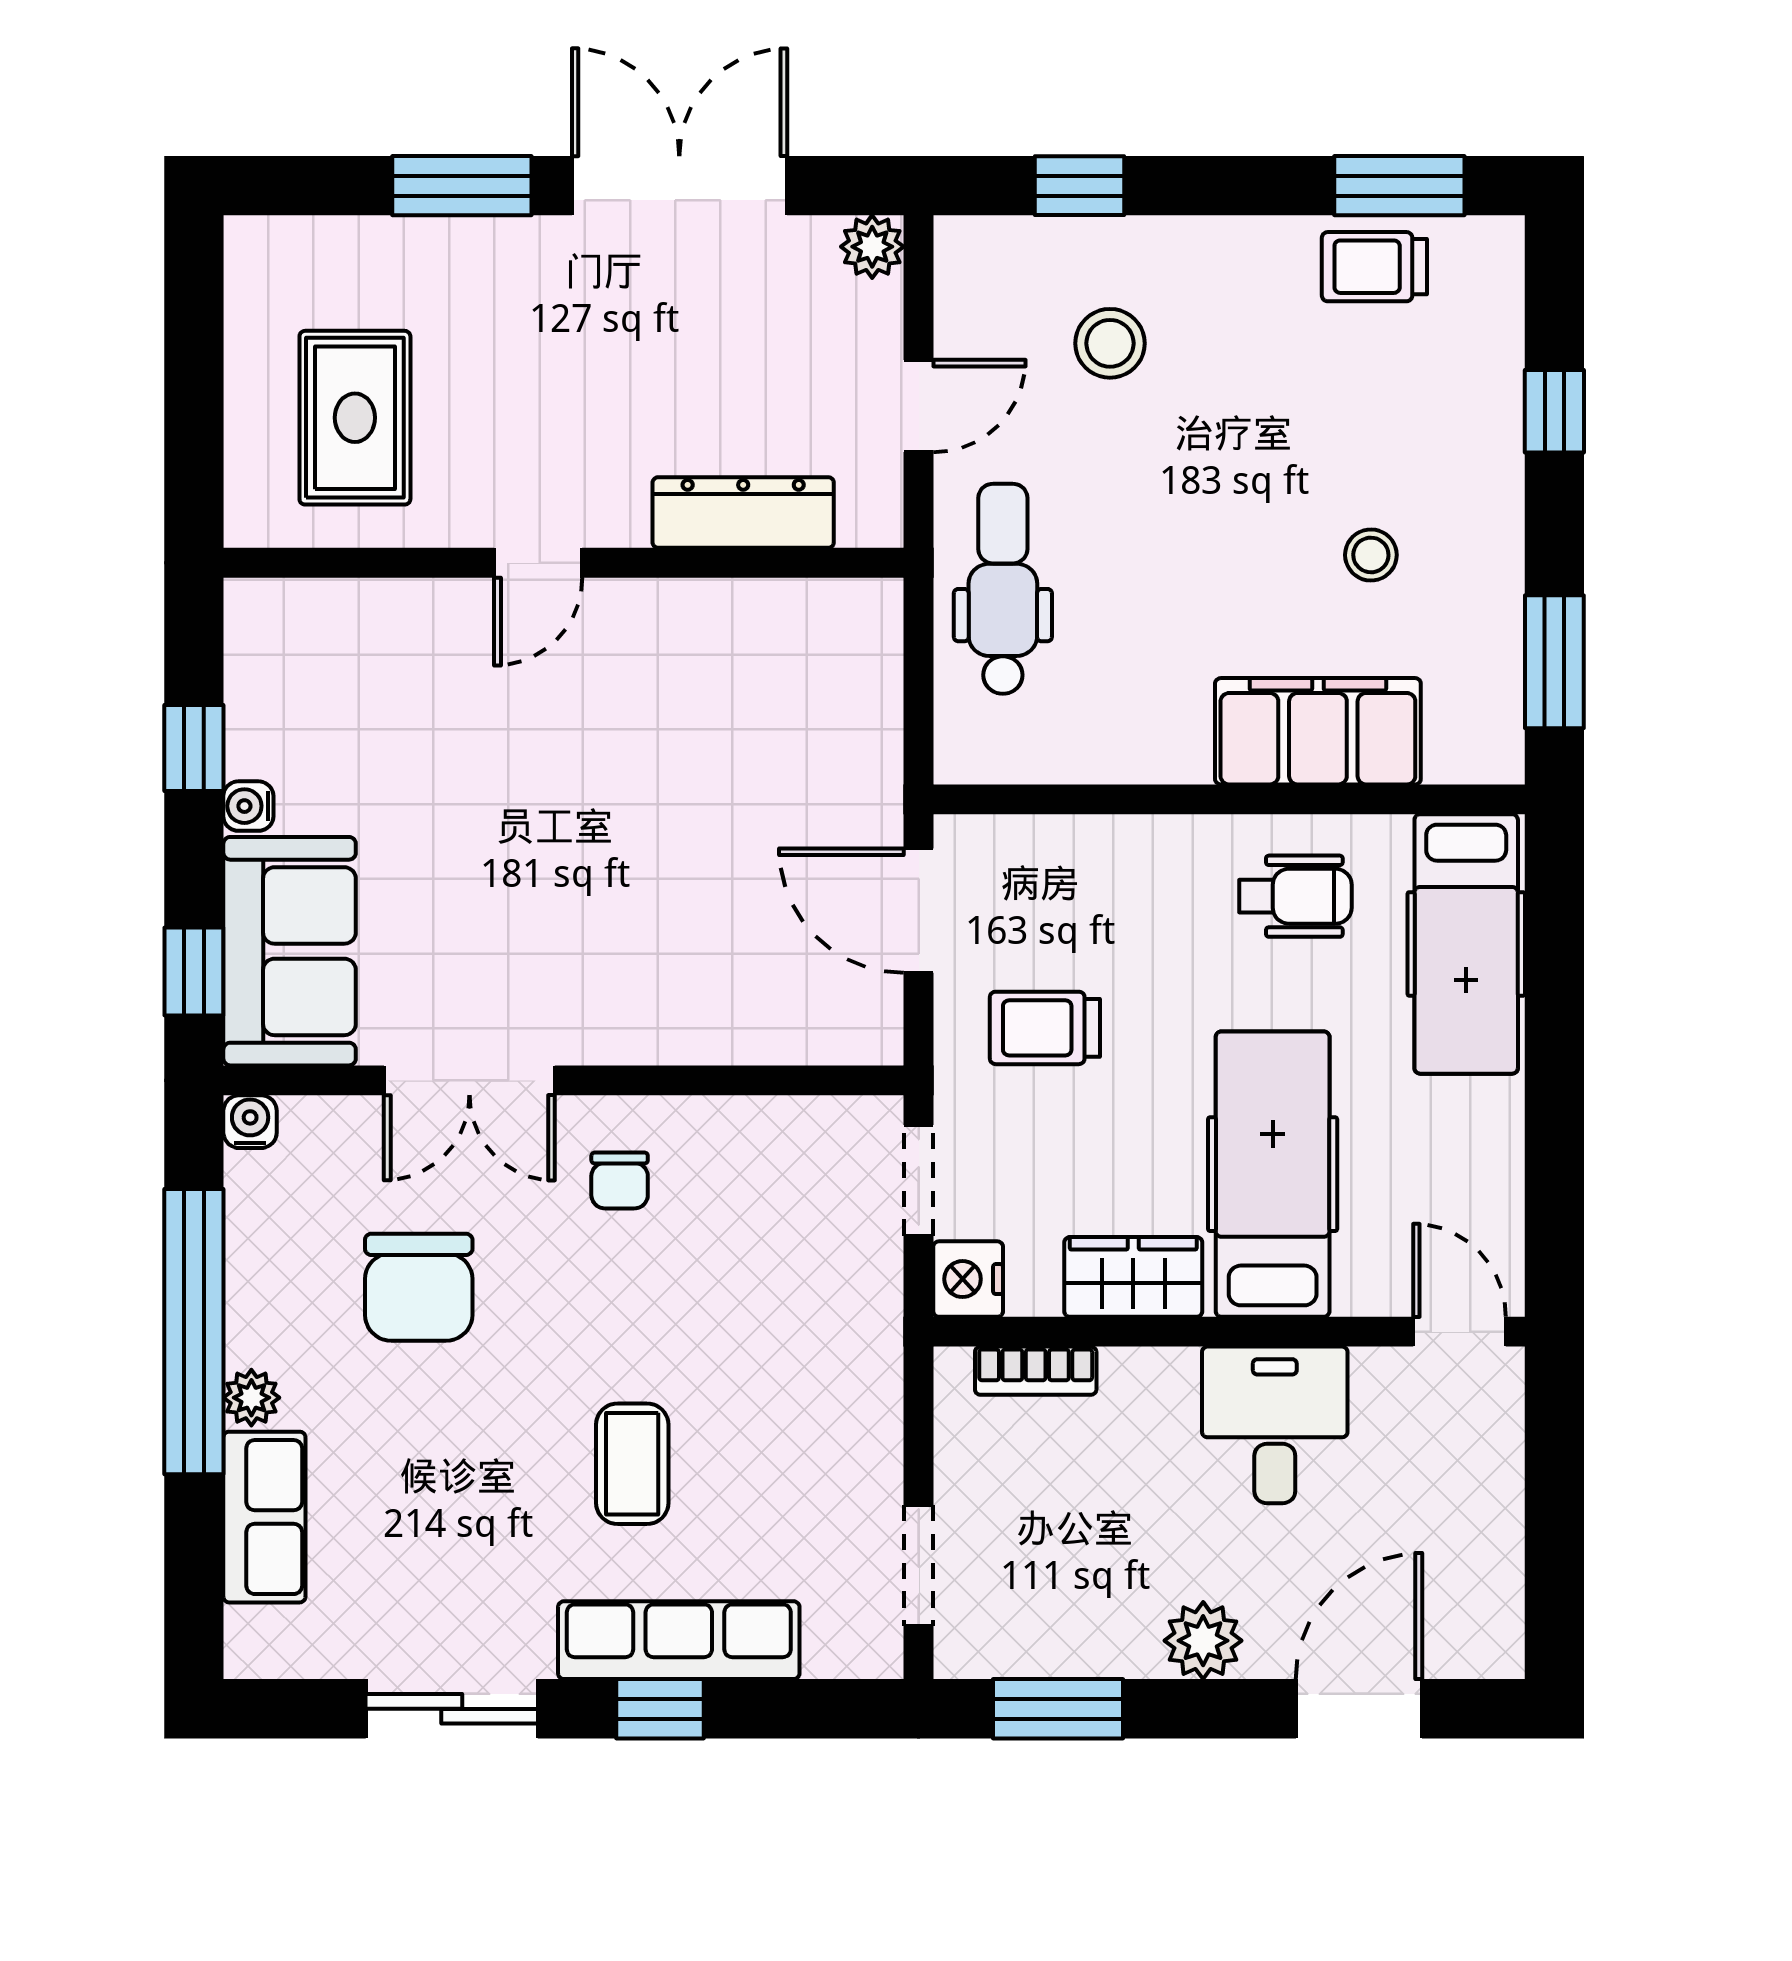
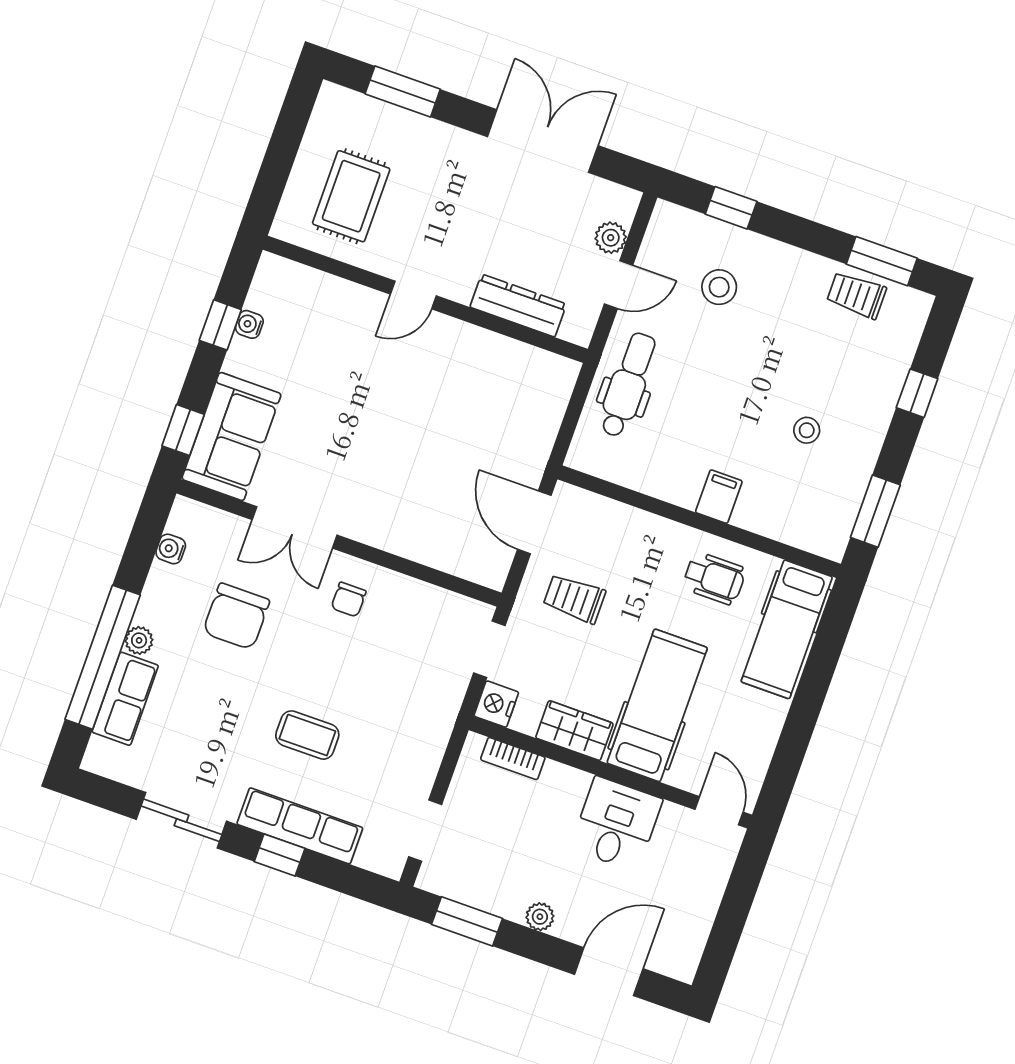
window: (462, 186) -> (403, 91), moved
plant: (872, 247) -> (611, 238), moved
filing cabinet: (1318, 731) -> (719, 497), width x0.33, depth x0.86
water cooler: (248, 806) -> (249, 324), moved
water cooler: (250, 1122) -> (171, 549), moved, turned -90
window: (194, 1332) -> (103, 657), moved
coffee table: (632, 1464) -> (307, 735), turned 90
plant: (1203, 1641) -> (540, 917), width x0.73, depth x0.73

